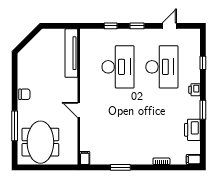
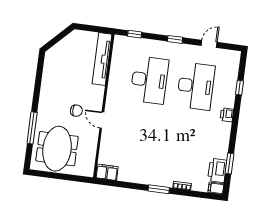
window: (111, 26) -> (135, 34), moved
chair: (24, 94) -> (76, 111), moved
window: (203, 110) -> (229, 164), moved
printer: (192, 130) -> (217, 170), moved
filing cabinet: (85, 158) -> (107, 172), width x2.00
window: (120, 167) -> (159, 189), moved

